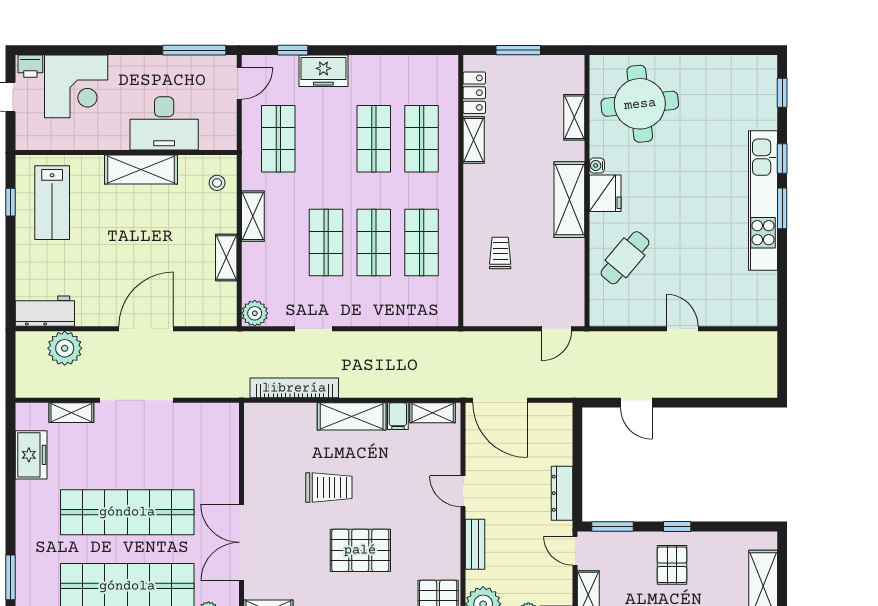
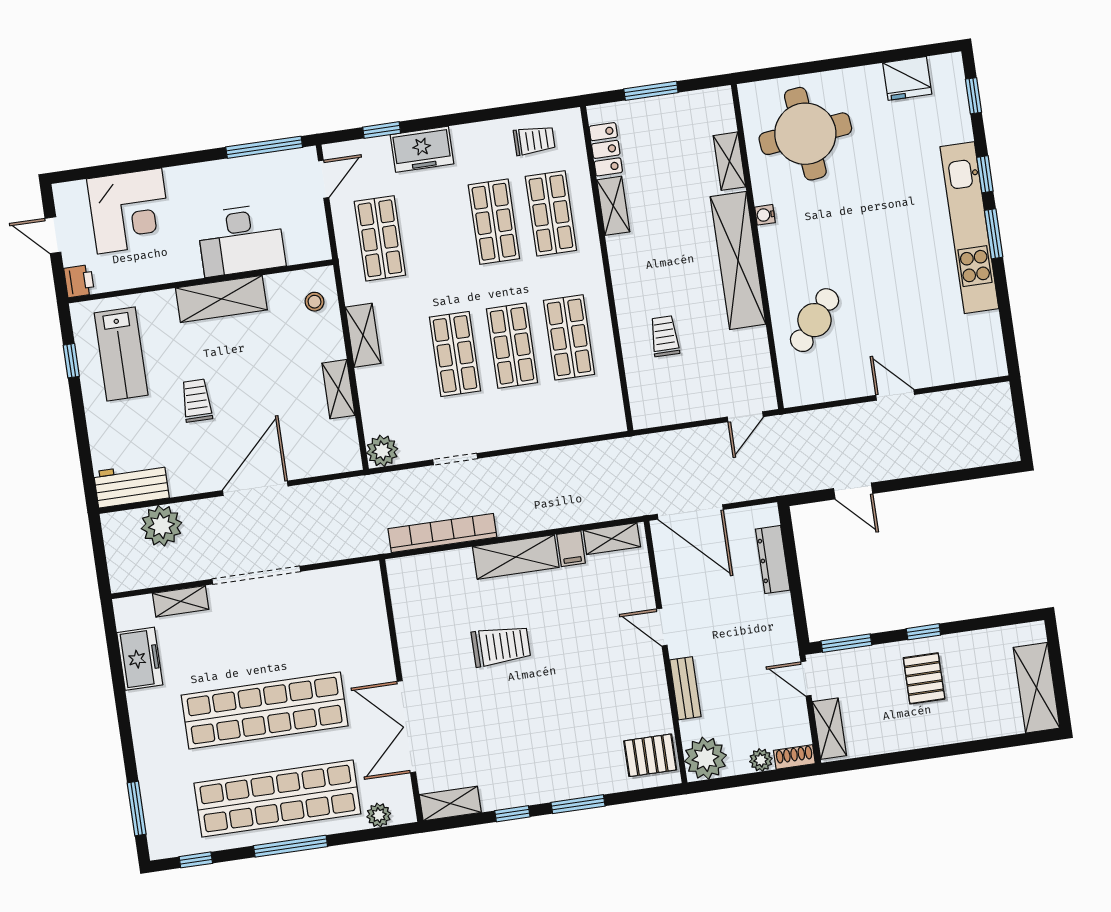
printer: (30, 66) -> (79, 281), moved, turned -90
trolley: (417, 77) -> (534, 140), added
fridge: (605, 193) -> (907, 78), moved, turned 90
shelving: (569, 200) -> (738, 260), width x1.47
trolley: (109, 250) -> (197, 401), added
dresser: (562, 493) -> (773, 560), moved
pallet: (360, 550) -> (549, 715), removed

